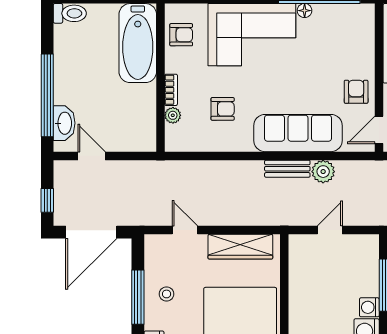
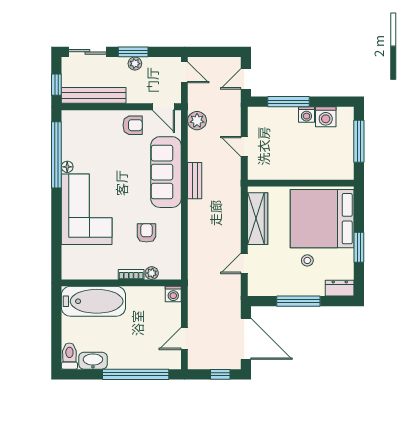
armchair: (181, 35) -> (87, 266), removed
armchair: (356, 92) -> (133, 125), turned 180
washbasin: (64, 123) -> (93, 361), moved
washing machine: (147, 142) -> (173, 294), added
plant: (323, 172) -> (197, 121), moved
stool: (167, 294) -> (307, 260), moved

